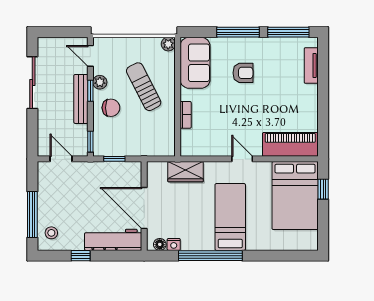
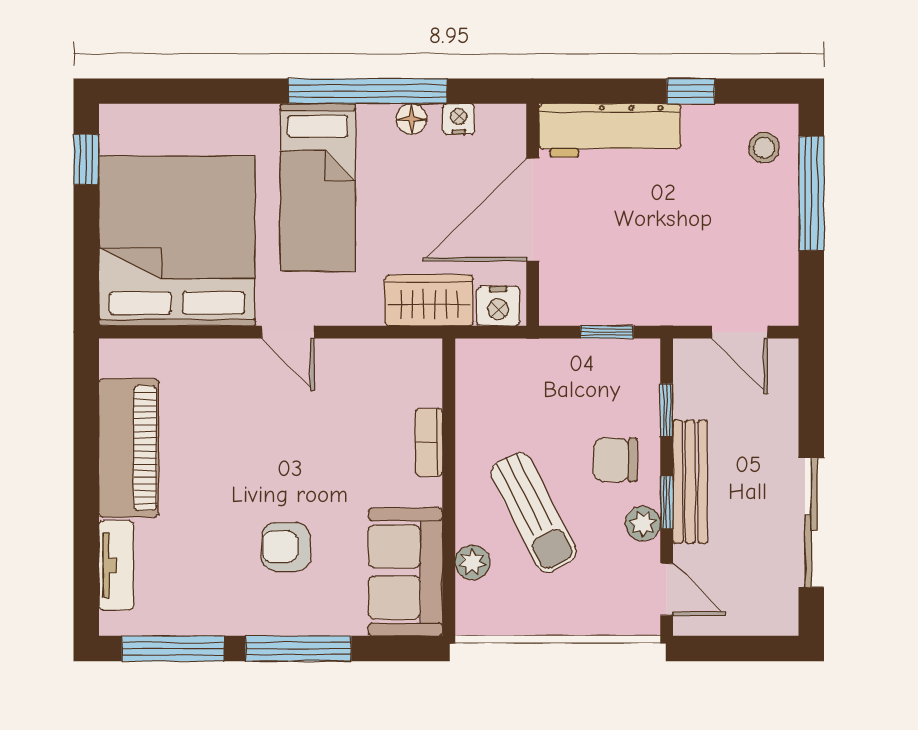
plant: (168, 44) -> (472, 563), moved
window: (90, 142) -> (667, 410), moved
piano: (290, 144) -> (129, 448), moved, turned -90
nightstand: (158, 169) -> (498, 306), added
window: (323, 189) -> (86, 159), moved
bed: (295, 196) -> (177, 241), width x1.36
door: (144, 208) -> (533, 210), swing flipped
floor lamp: (160, 244) -> (411, 119), moved

